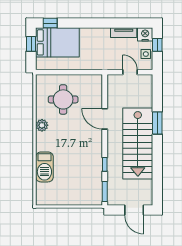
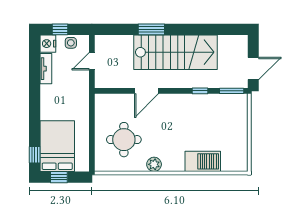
door: (134, 210) -> (253, 69), moved

